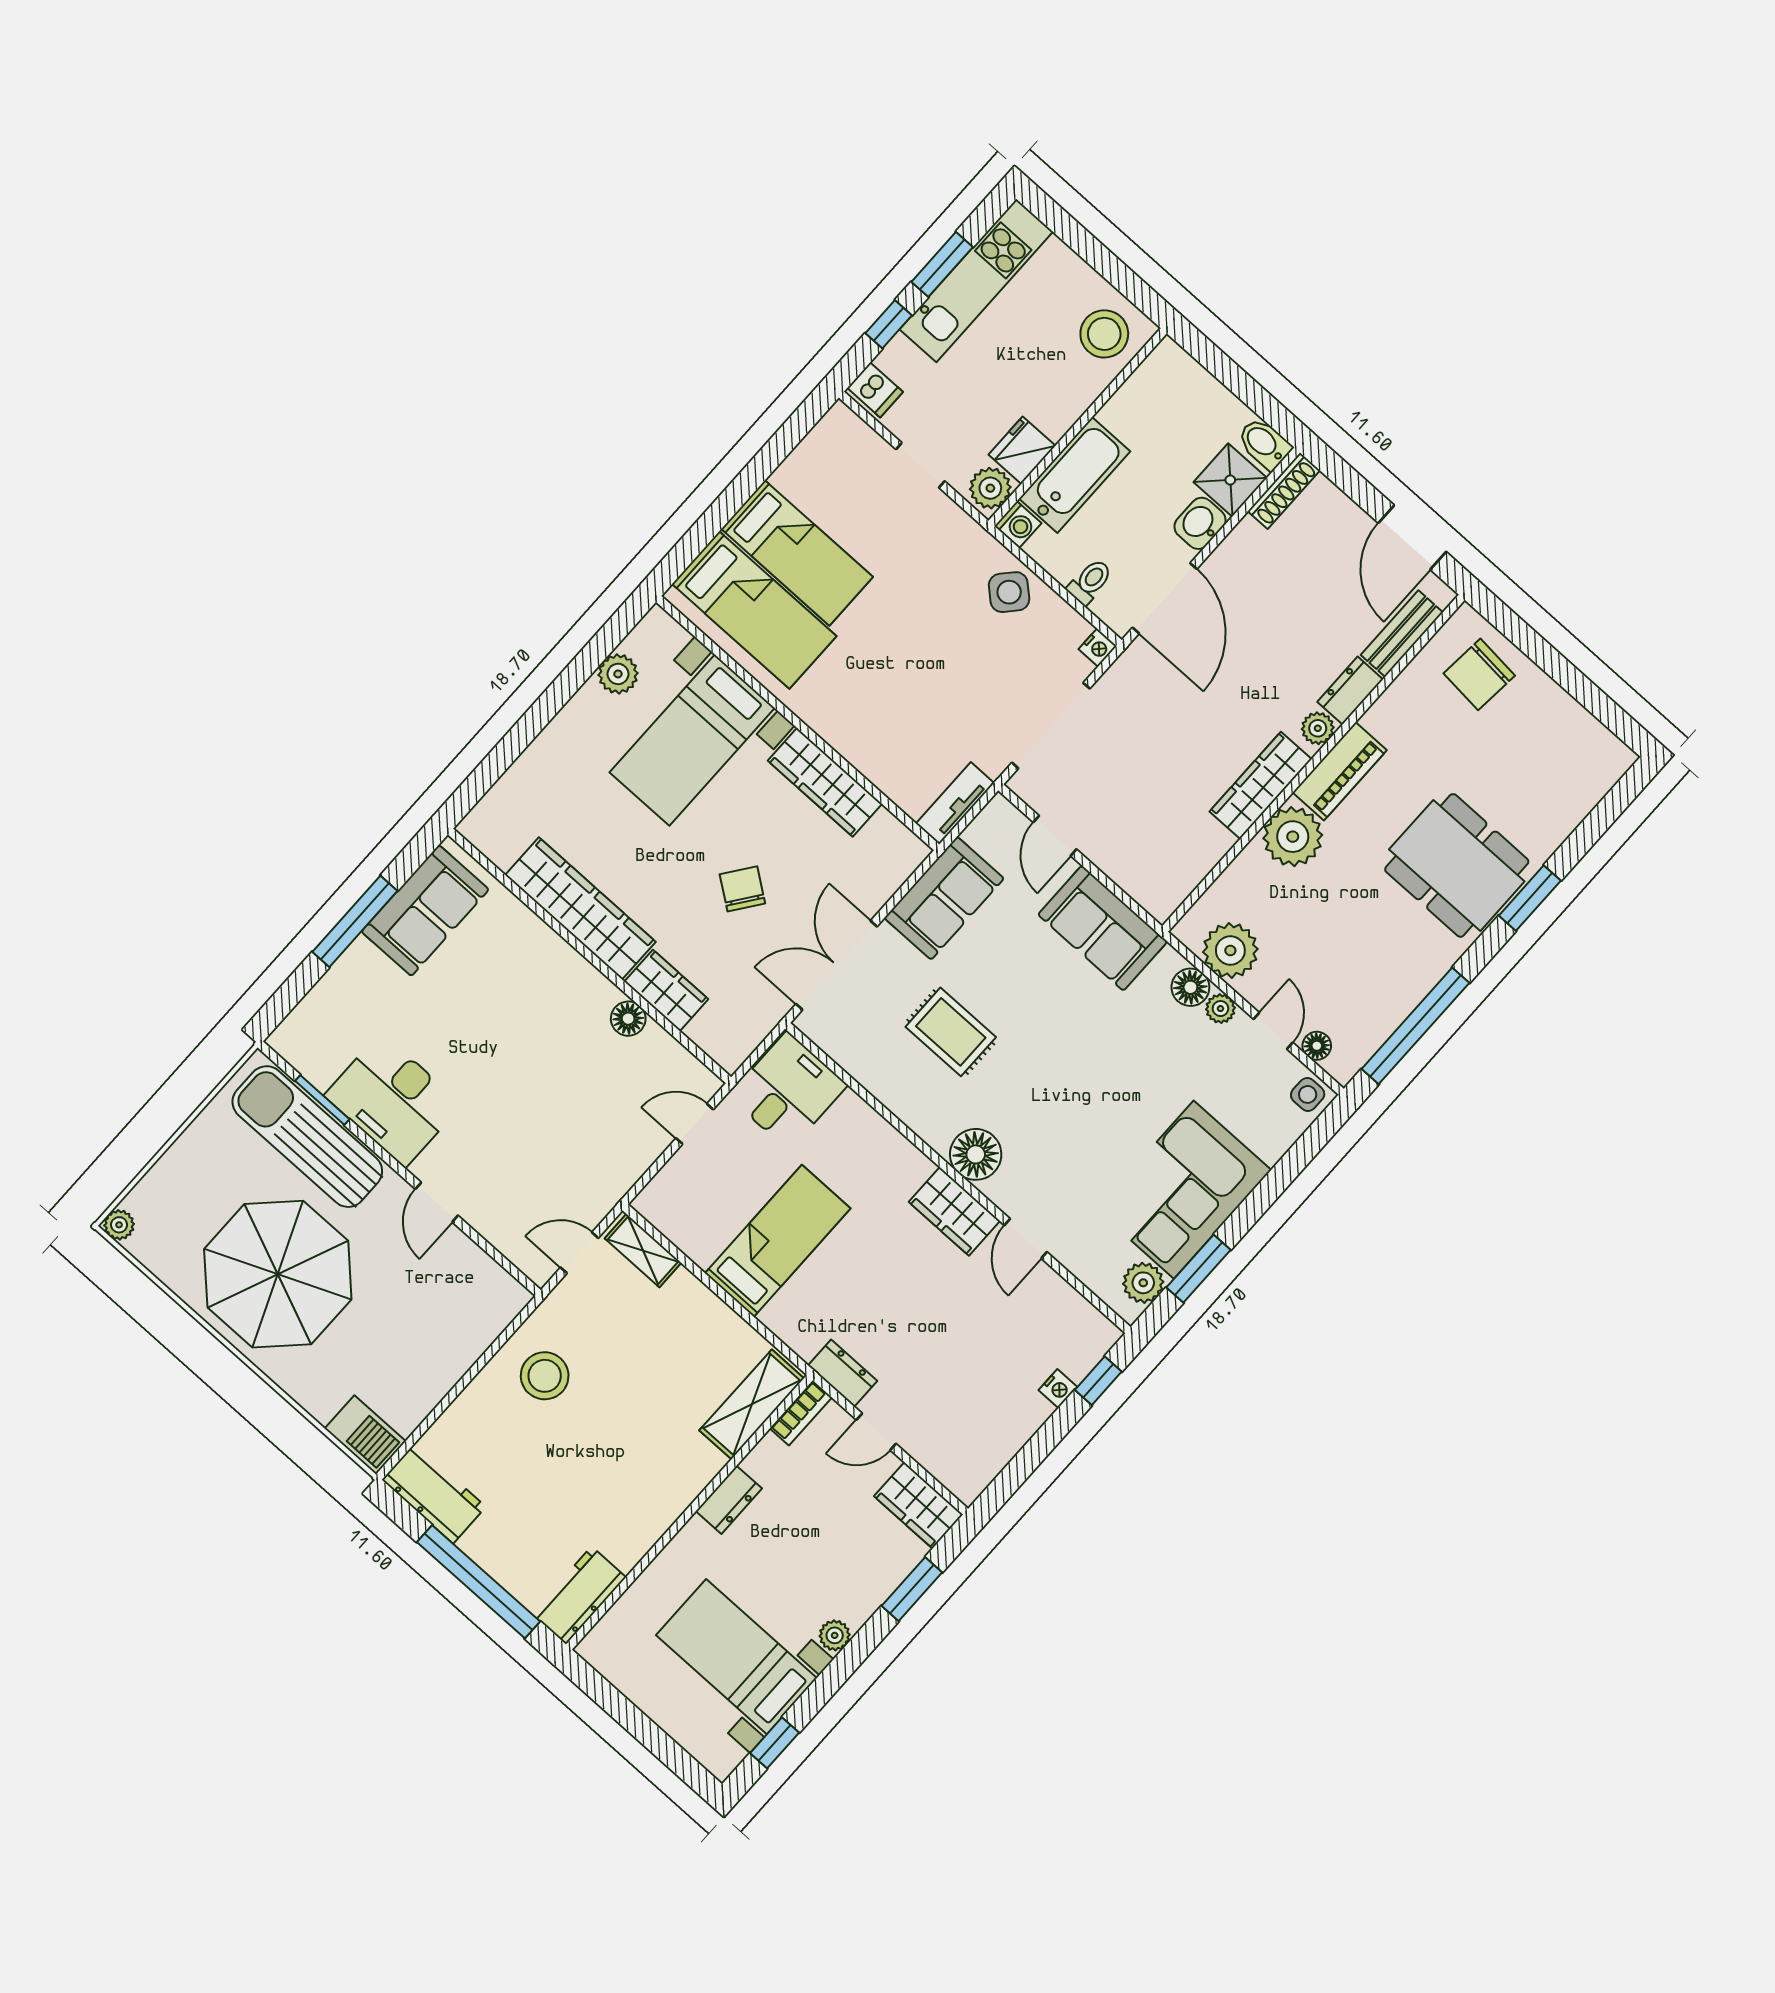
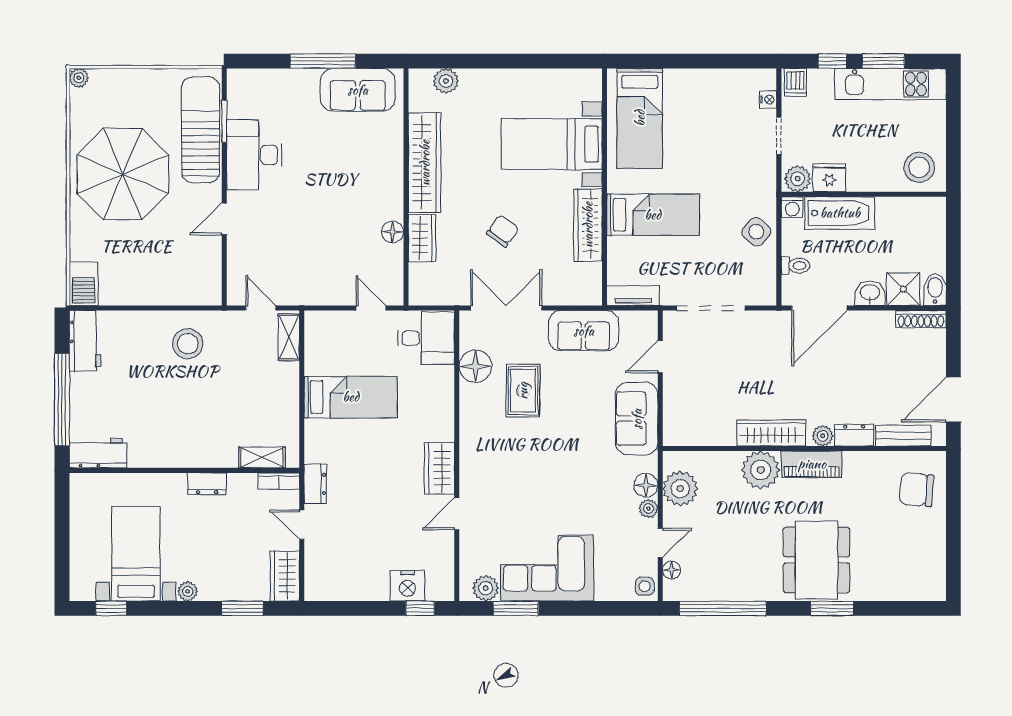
bed: (797, 553) -> (653, 215), moved, turned -90
nightstand: (1098, 648) -> (768, 100), moved, turned -90
plant: (618, 674) -> (446, 81), moved
floor lamp: (976, 1154) -> (475, 366), moved
nightstand: (1058, 1389) -> (407, 586), width x1.89, depth x1.79
shelving: (752, 1404) -> (262, 458), width x0.67, depth x0.75

